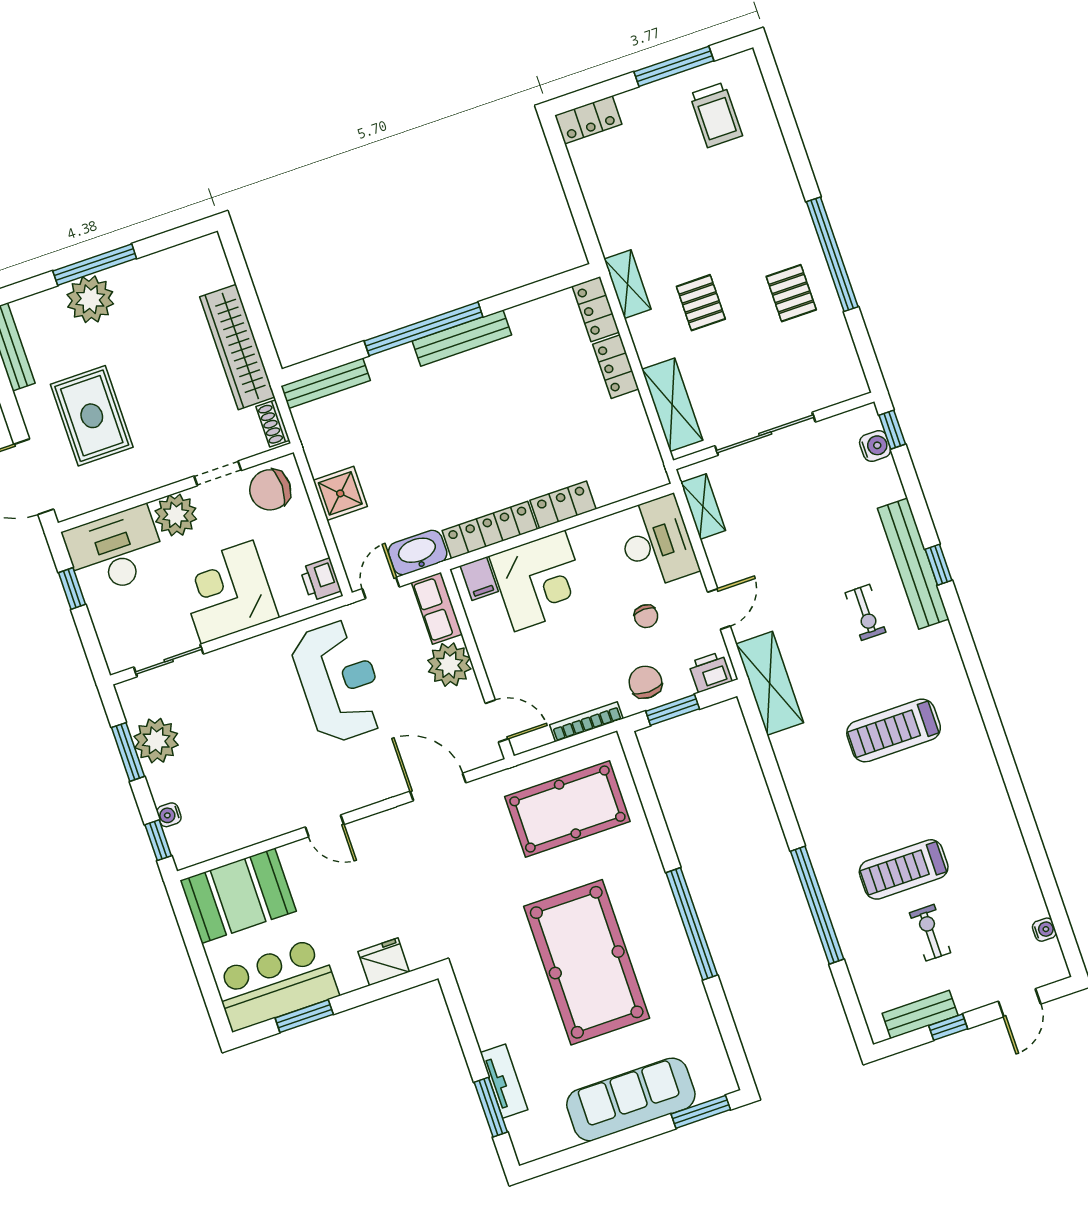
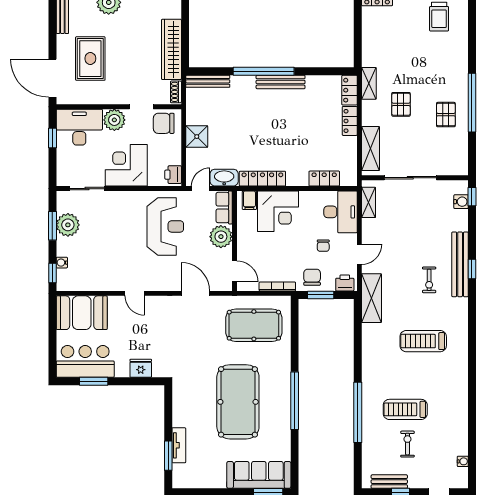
locker: (563, 505) -> (324, 179), moved
sofa: (631, 1099) -> (259, 475), moved

